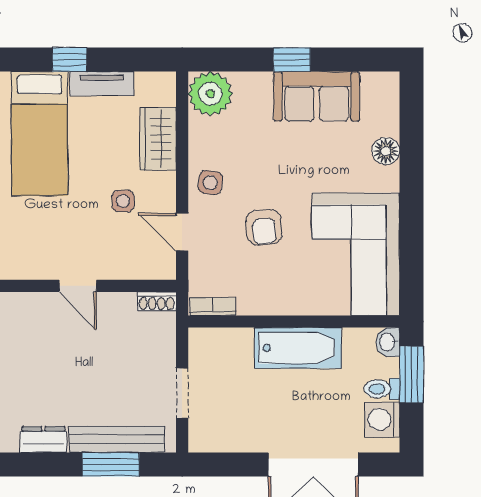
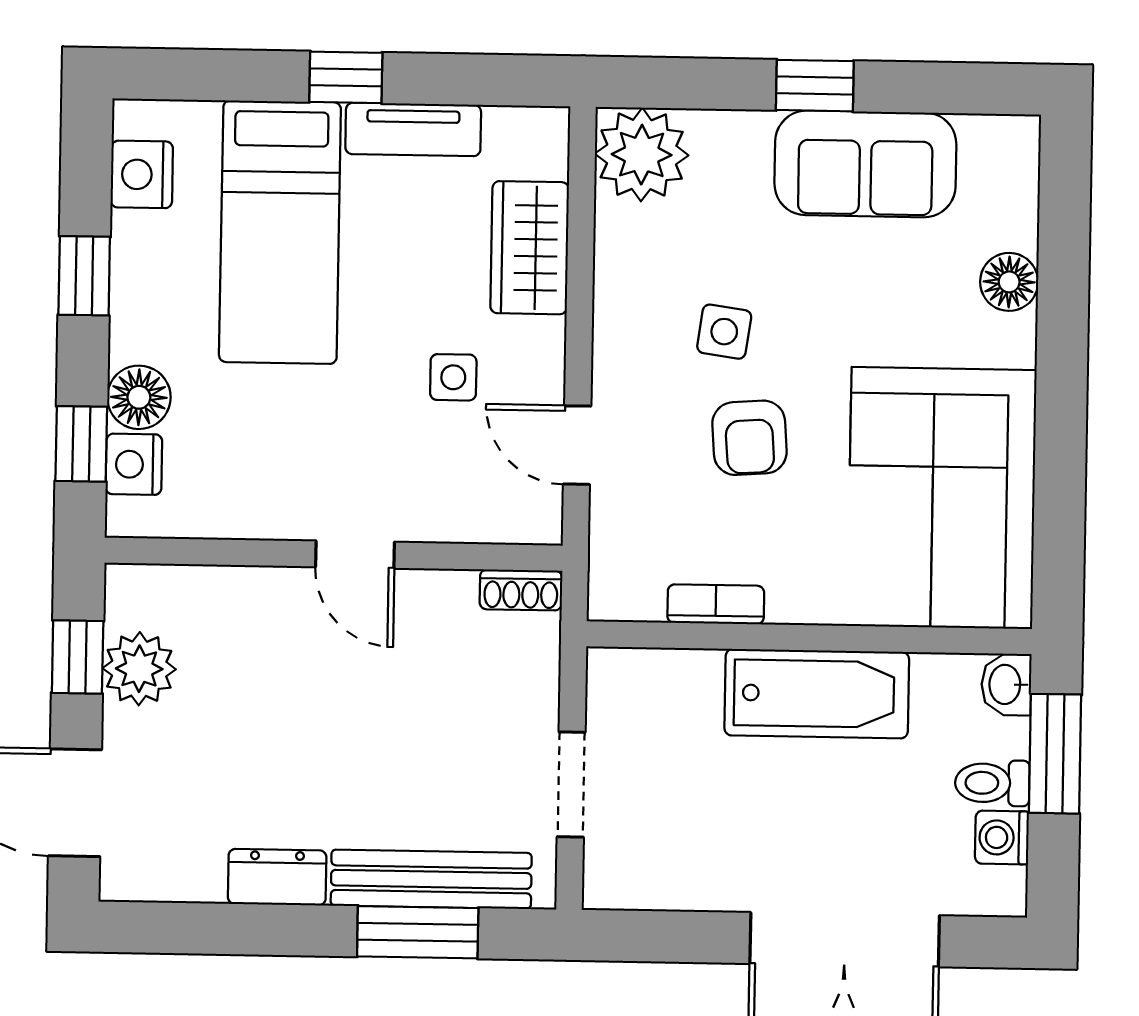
side table: (210, 183) -> (724, 332), moved
bookcase: (213, 306) -> (716, 604), moved
washing machine: (382, 419) -> (1002, 838), width x0.73, depth x0.73

